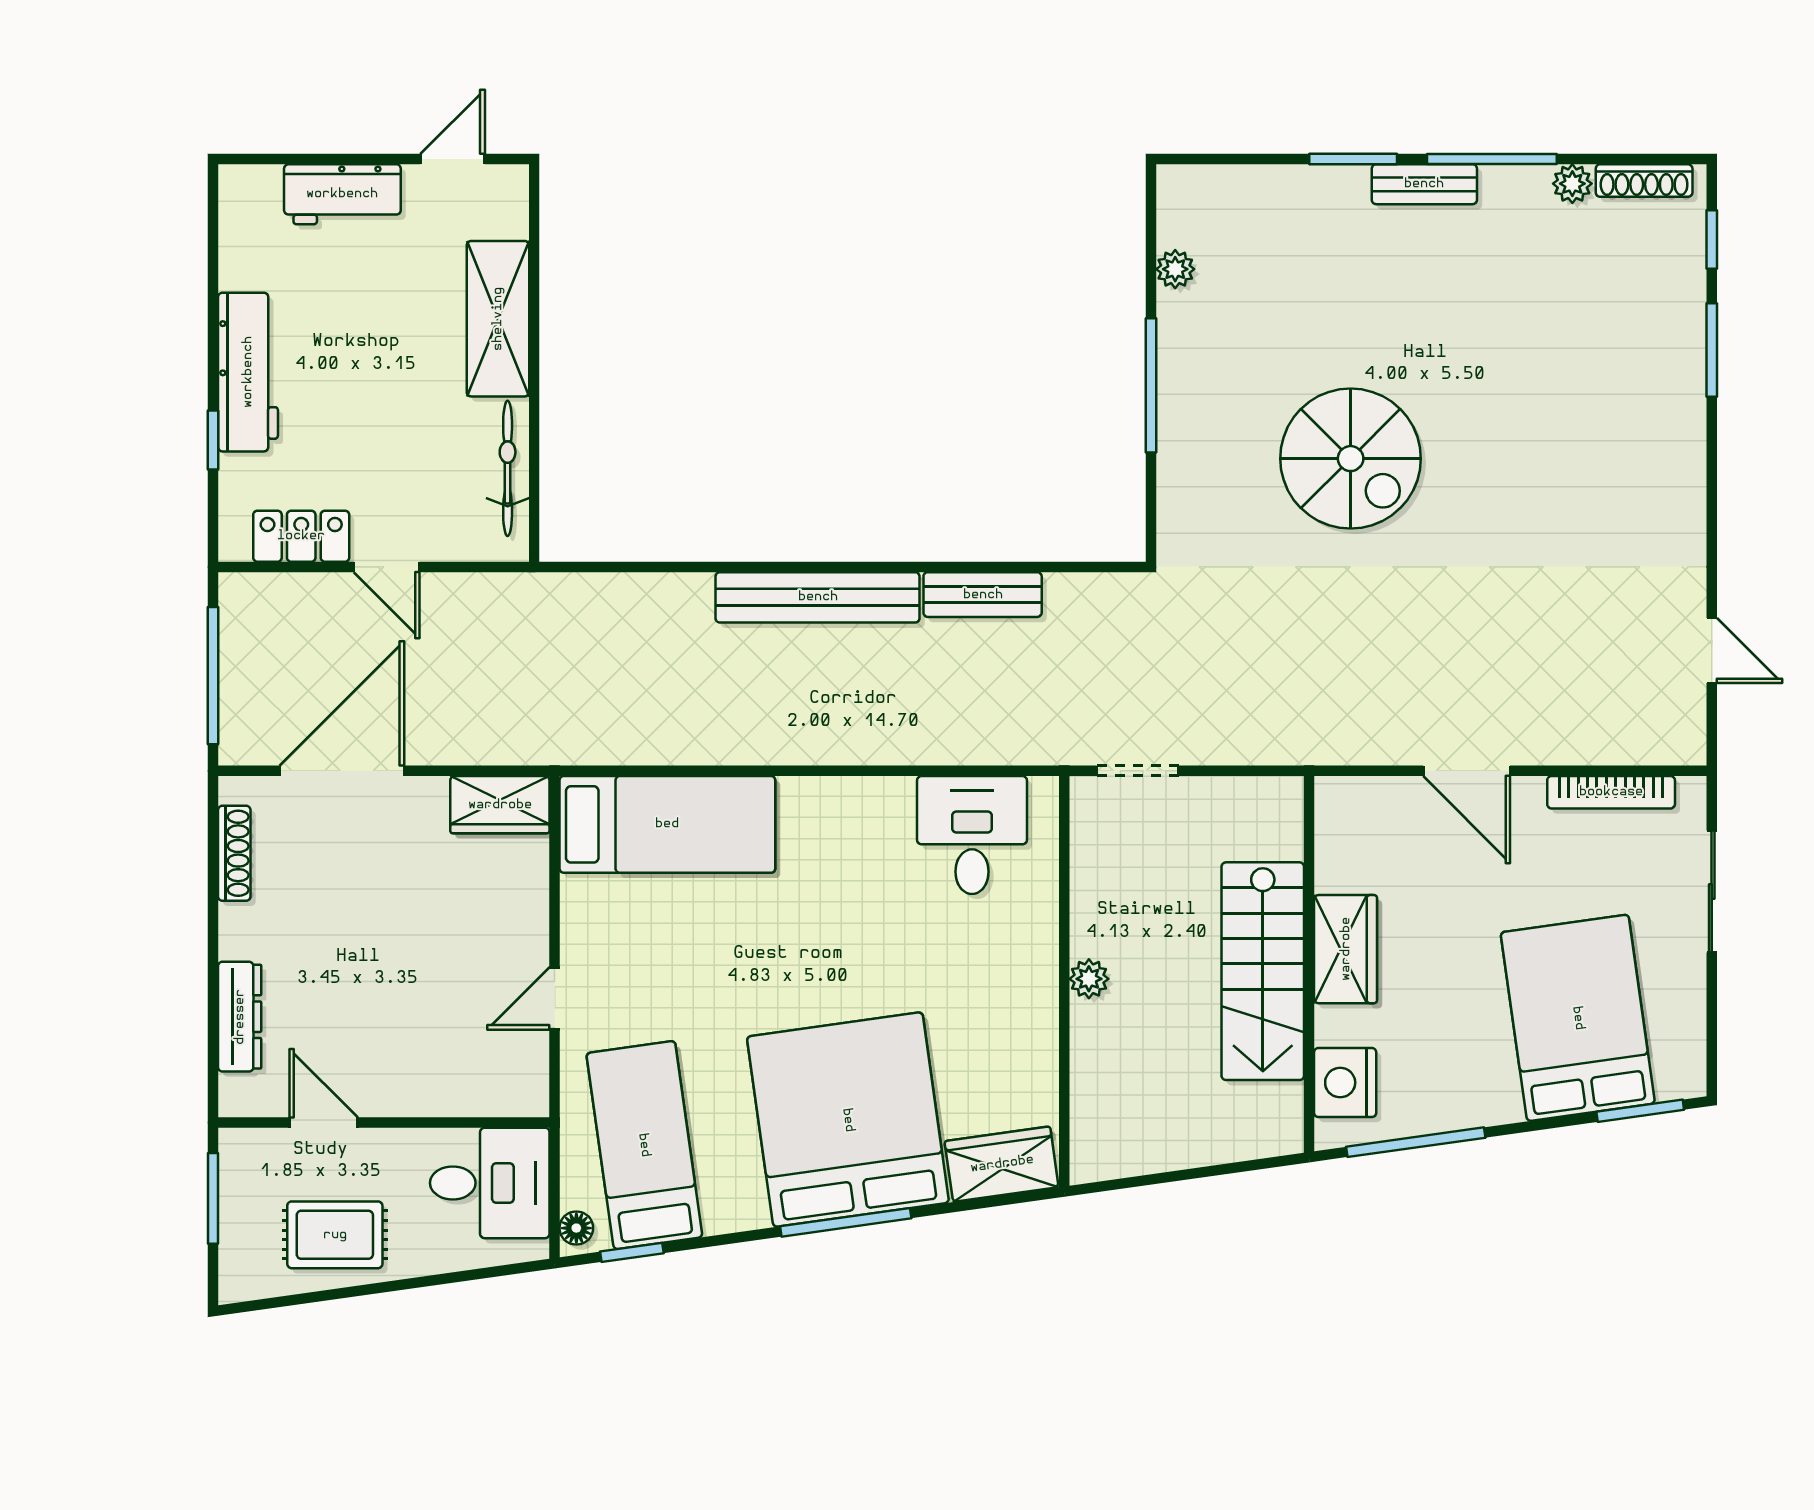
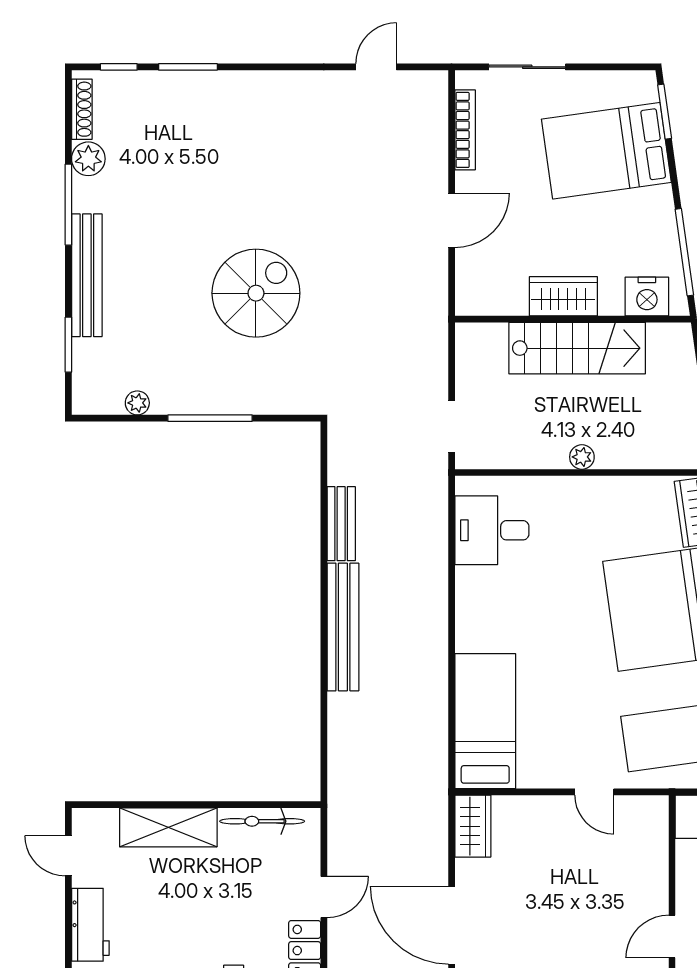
window: (1353, 159) -> (68, 345), moved
bench: (1424, 184) -> (87, 275), width x1.86, depth x1.21
plant: (1572, 184) -> (88, 159), width x1.38, depth x1.38

